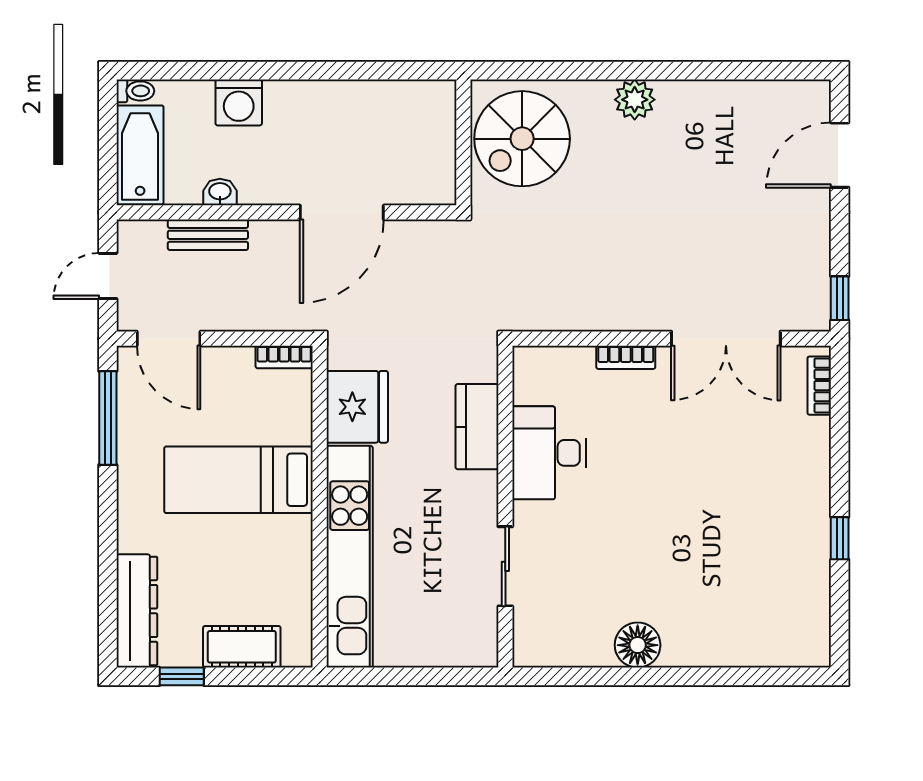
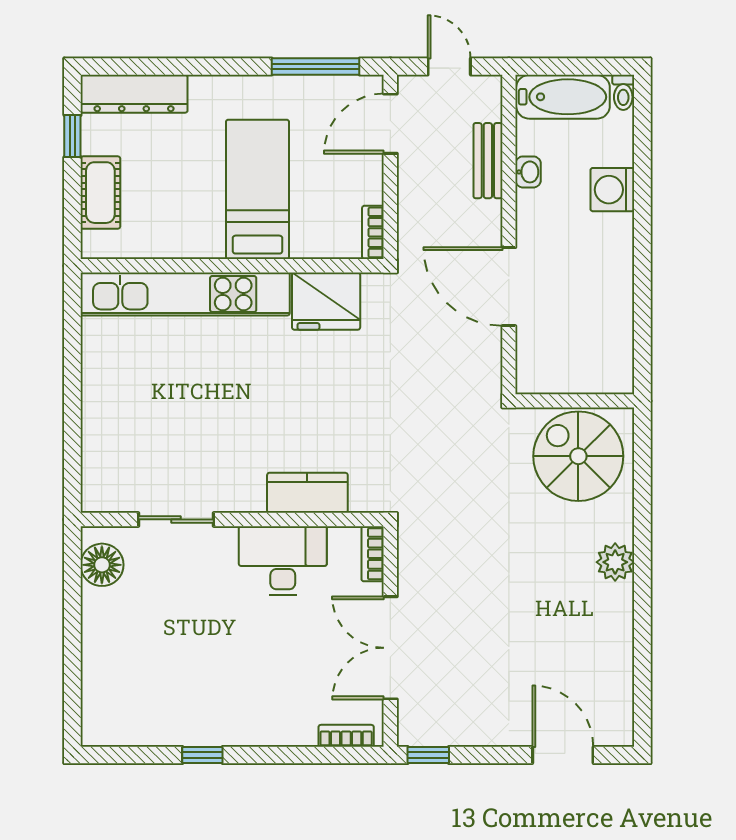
kitchen counter: (477, 427) -> (307, 493), moved
desk: (549, 453) -> (283, 561), moved
wall: (505, 507) -> (232, 519), moved
sliding door: (505, 566) -> (176, 519), moved

